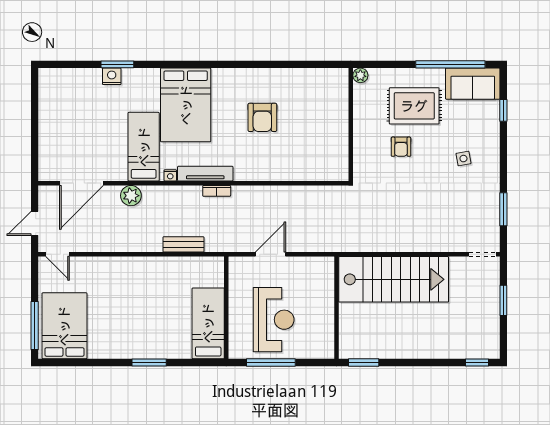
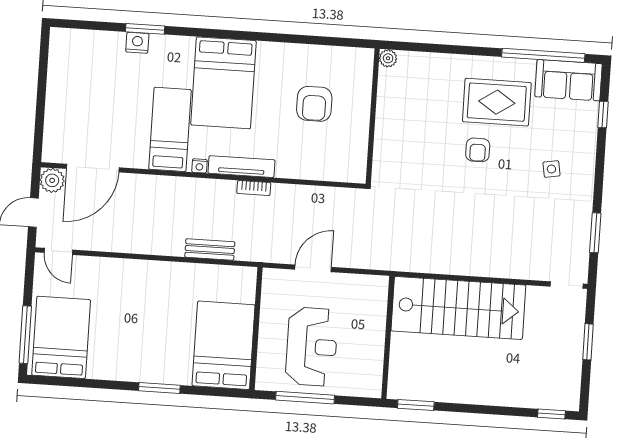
plant: (360, 75) -> (388, 58), moved
wall: (351, 125) -> (373, 116), moved
plant: (131, 196) -> (52, 180), moved
bed: (208, 323) -> (224, 345), width x1.50

